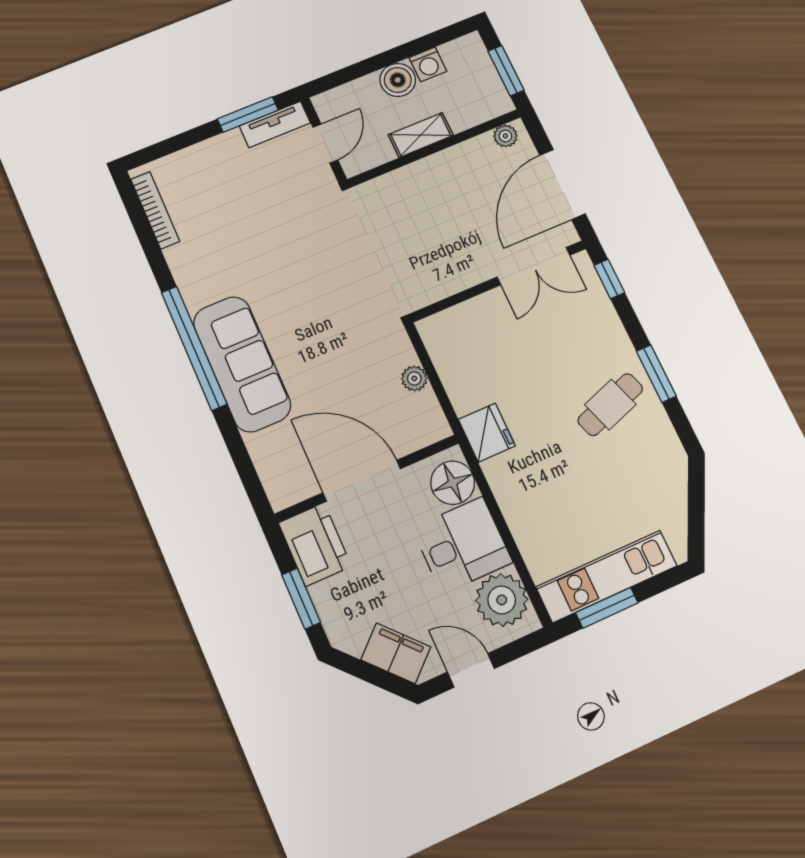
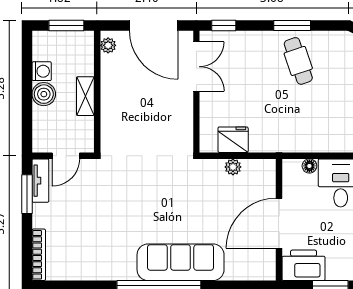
door: (325, 144) -> (66, 156), swing flipped
bookcase: (155, 210) -> (39, 255), moved, turned 90
fridge: (487, 433) -> (233, 140), moved
floor lamp: (453, 483) -> (309, 166), width x0.53, depth x0.53

